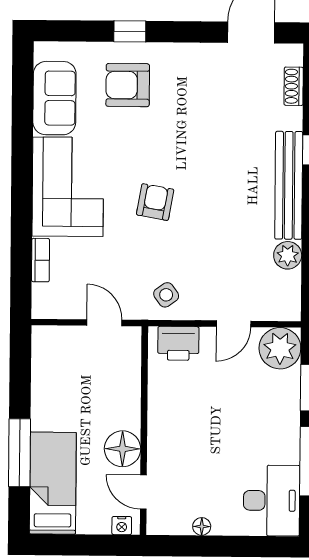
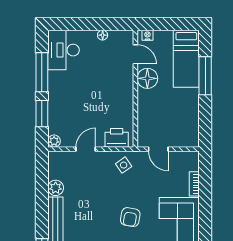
plant: (280, 348) -> (54, 141), width x0.53, depth x0.53

